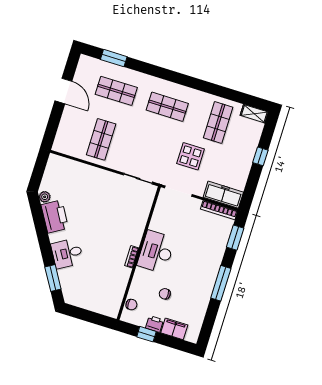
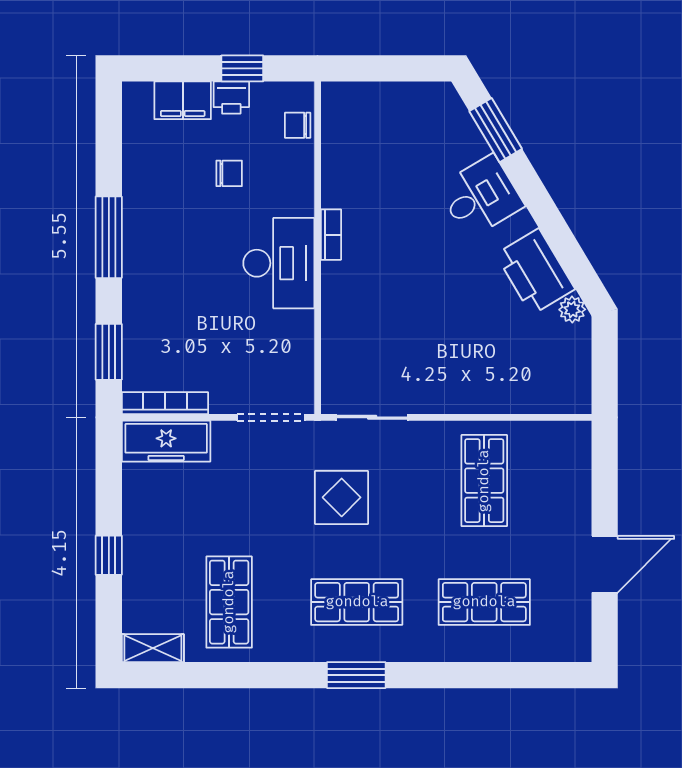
window: (114, 58) -> (356, 675), moved
door: (63, 91) -> (605, 564), swing flipped
display table: (191, 156) -> (342, 497), moved

